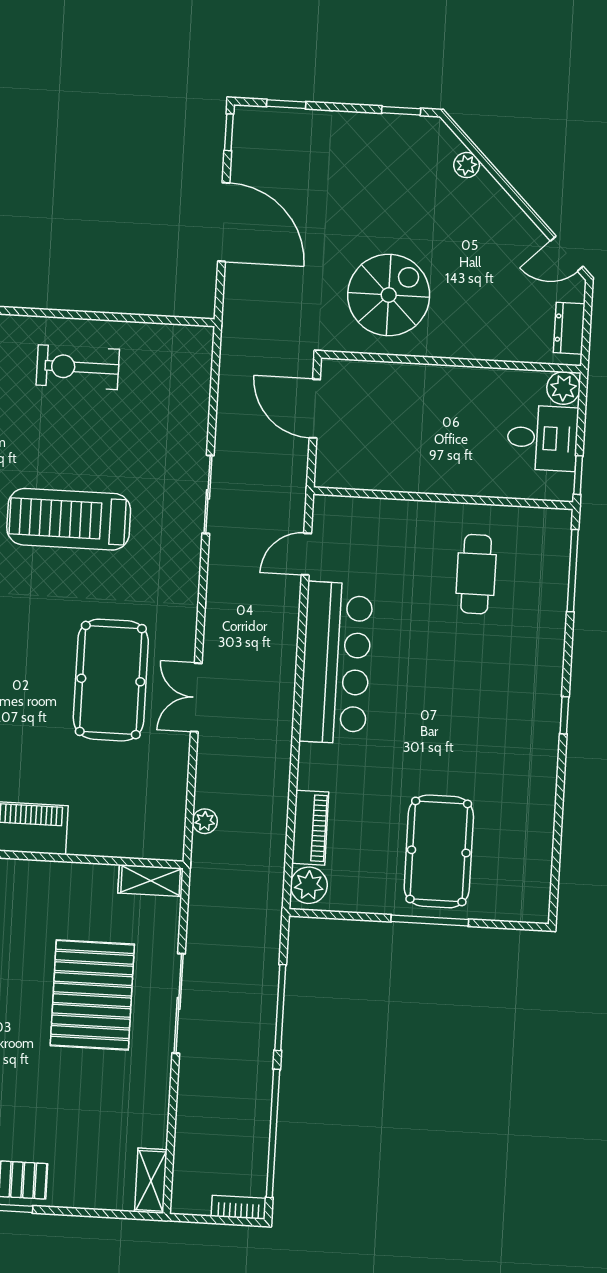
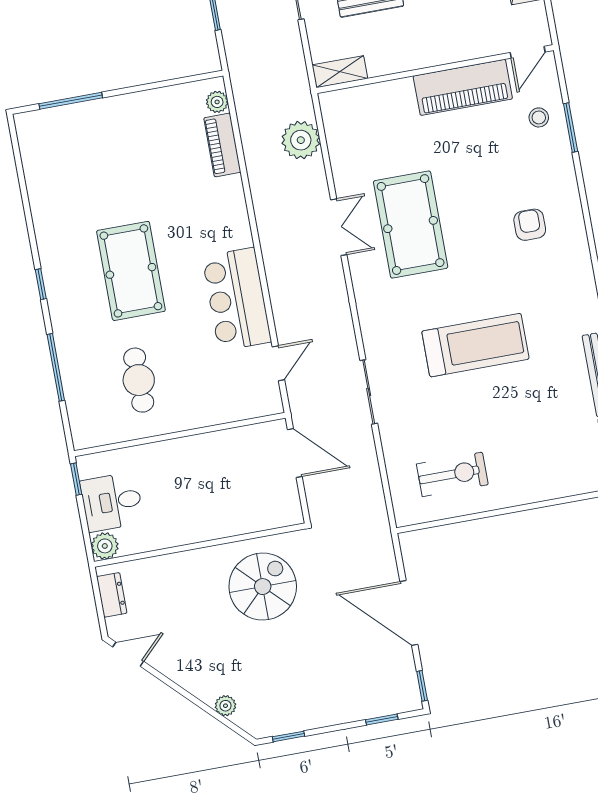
spiral stairs: (389, 295) -> (263, 587), turned 180
exercise bike: (78, 367) -> (452, 474), moved
door: (315, 409) -> (295, 453), moved
window: (573, 571) -> (56, 367), moved
bar counter: (336, 663) -> (237, 299), width x0.73
plant: (205, 821) -> (301, 140), width x1.88, depth x1.88
pool table: (439, 851) -> (131, 271), moved
plant: (309, 885) -> (217, 102), width x0.73, depth x0.73
window: (430, 920) -> (71, 101), moved

